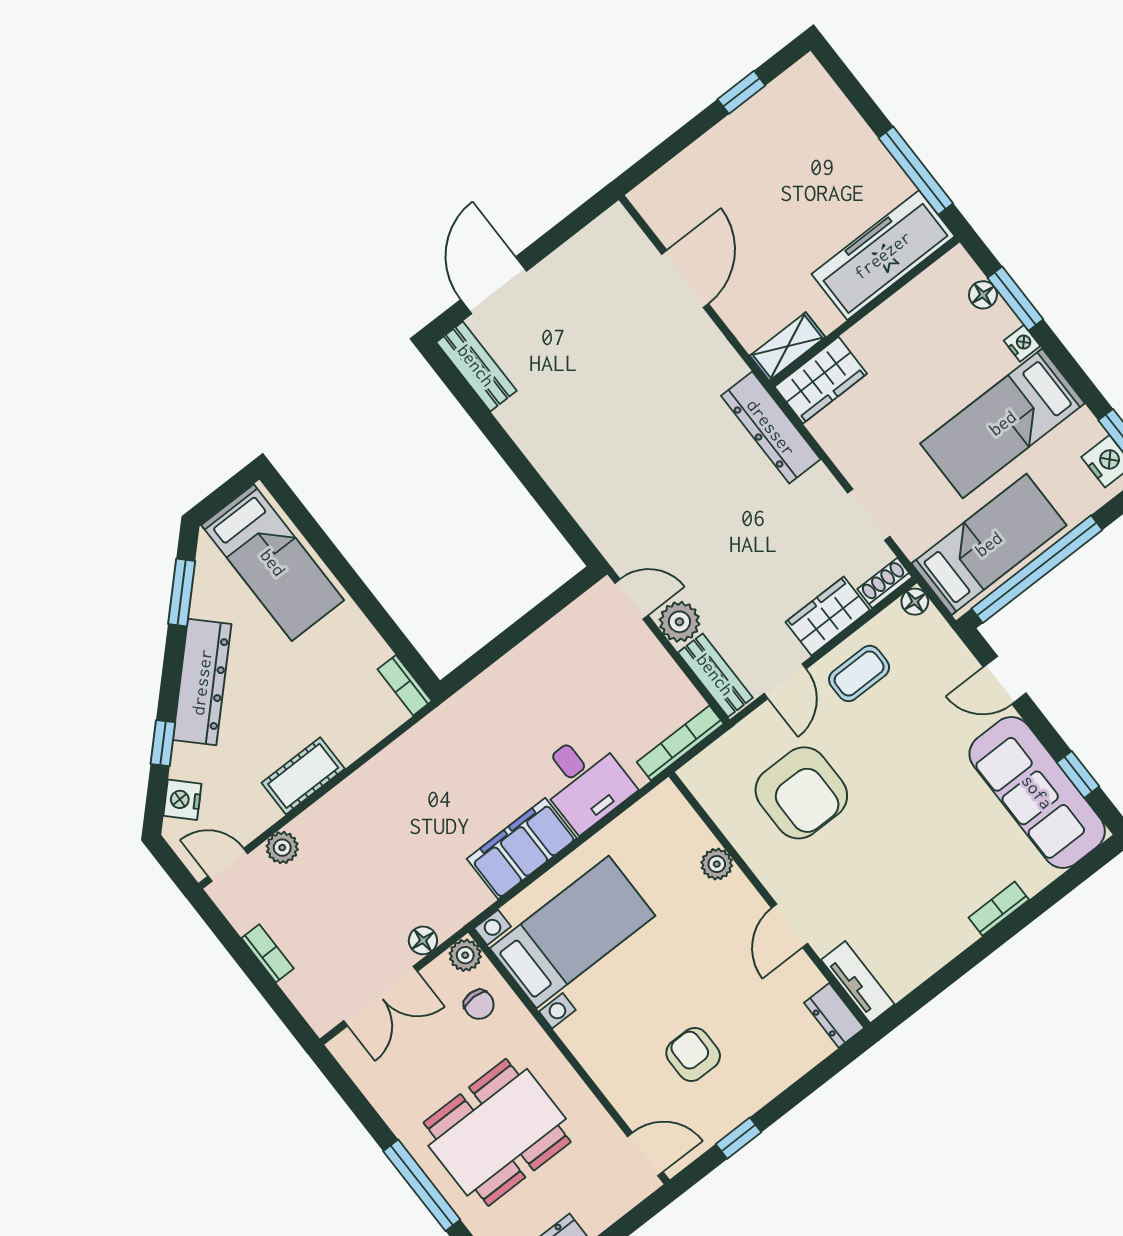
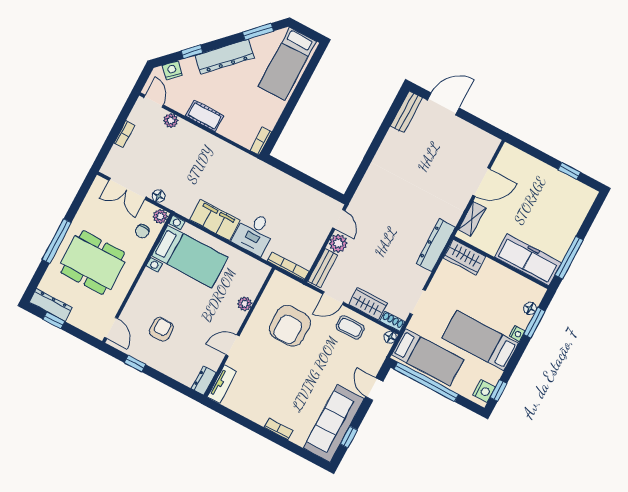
shelving: (787, 346) -> (472, 219), moved, turned 90

